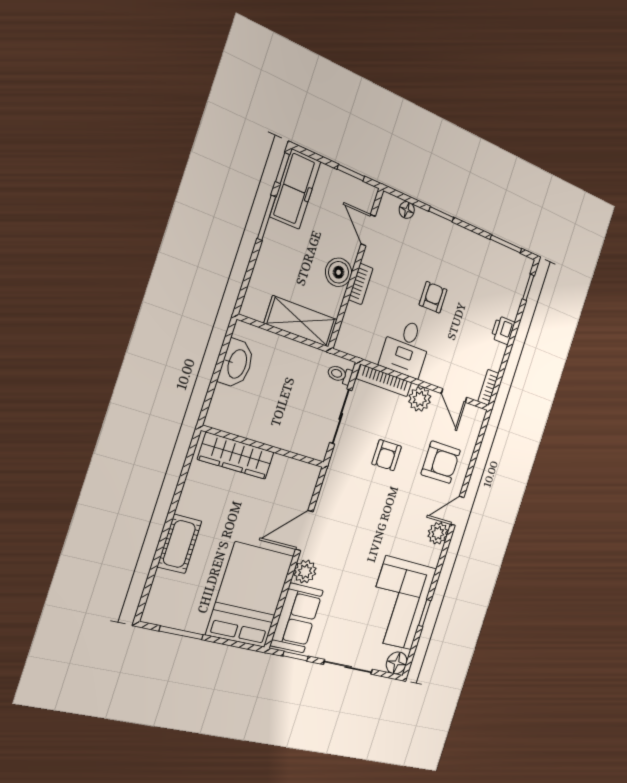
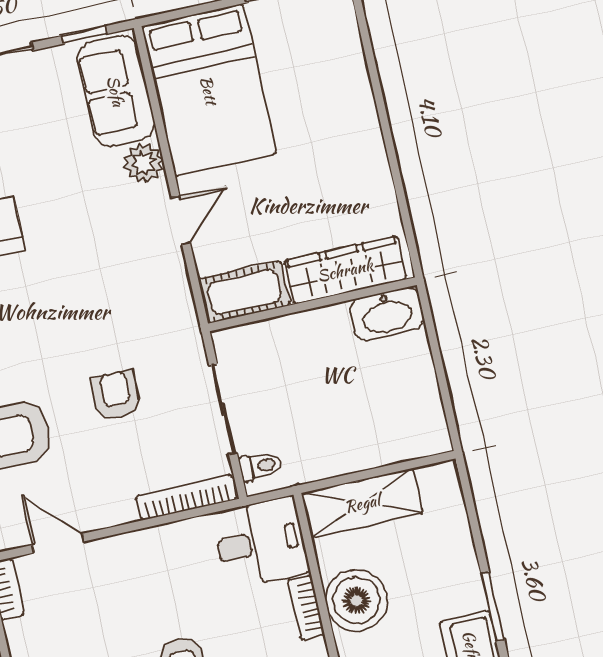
boiler: (339, 272) -> (357, 600), width x1.37, depth x1.37
desk: (406, 348) -> (261, 542), moved, turned 90
washbasin: (236, 364) -> (387, 314), moved, turned -90
plant: (420, 399) -> (113, 505), removed
door: (304, 530) -> (181, 220), width x0.73
cot: (179, 544) -> (244, 292), moved, turned 90

